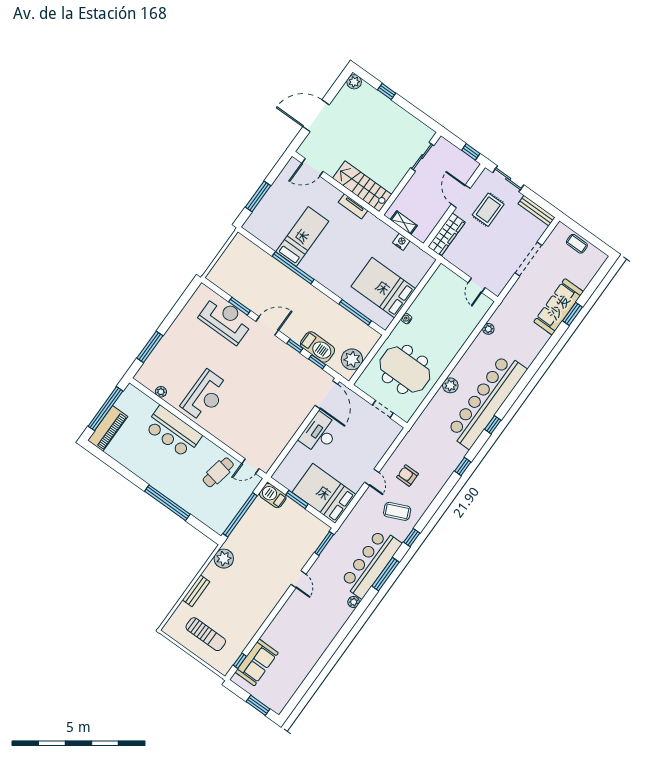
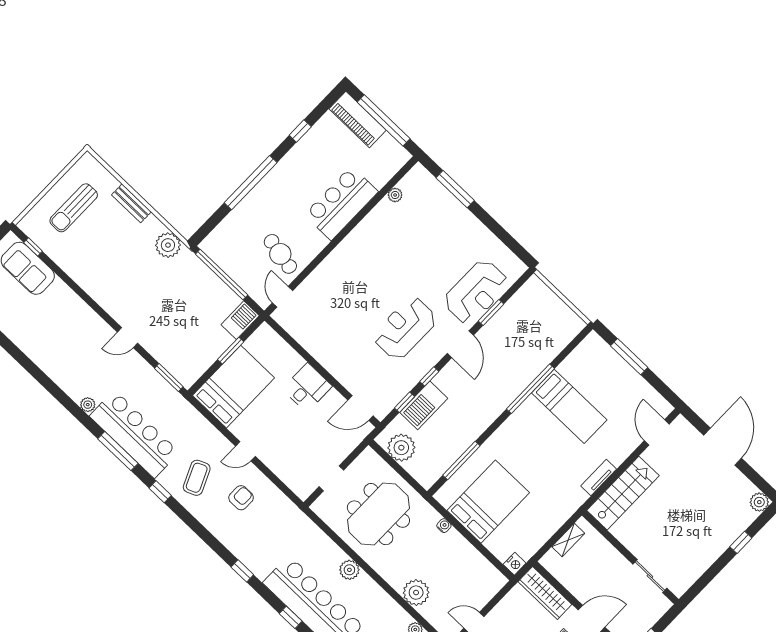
nightstand: (401, 242) -> (515, 564), moved
plant: (460, 332) -> (416, 593), added
door: (326, 395) -> (360, 408), width x0.73
reception desk: (205, 396) -> (405, 328), moved, turned 90
desk: (320, 433) -> (307, 388), width x0.73
window: (123, 471) -> (300, 131), added

